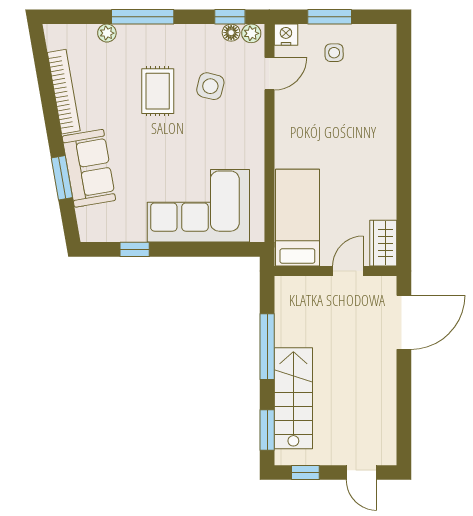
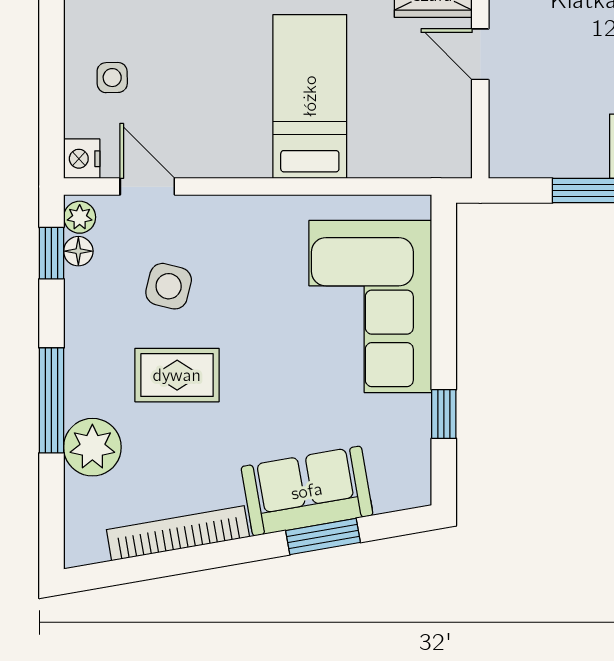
window: (330, 17) -> (51, 85), removed
plant: (107, 33) -> (92, 447), width x1.87, depth x1.87
bed: (297, 218) -> (310, 96), moved, turned 90

